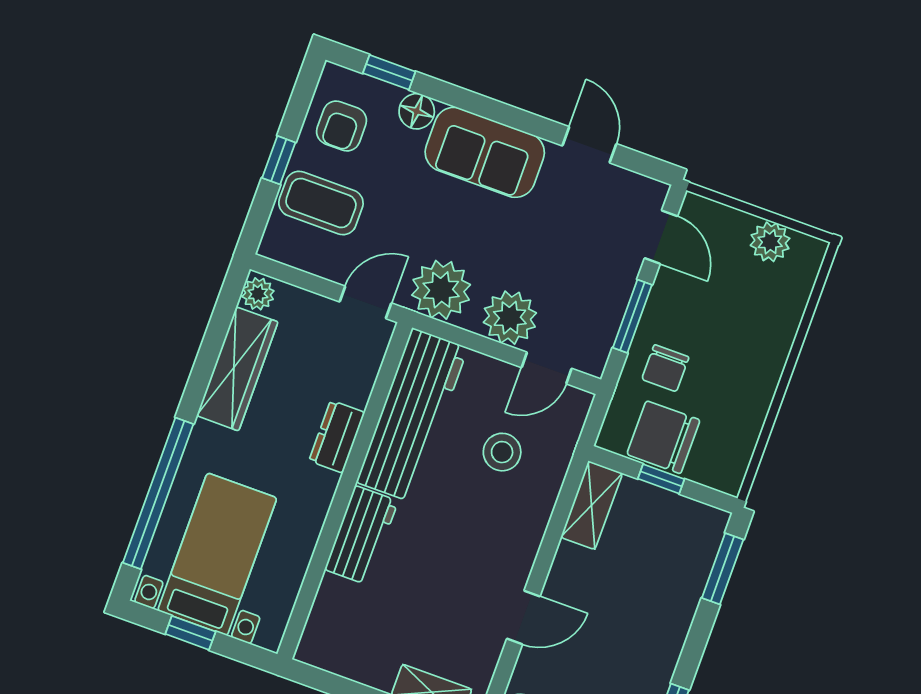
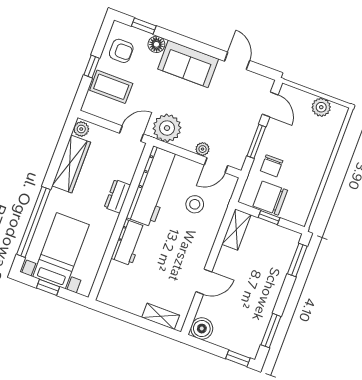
armchair: (342, 126) -> (121, 51), turned -90
plant: (510, 318) -> (203, 149), width x0.53, depth x0.53

